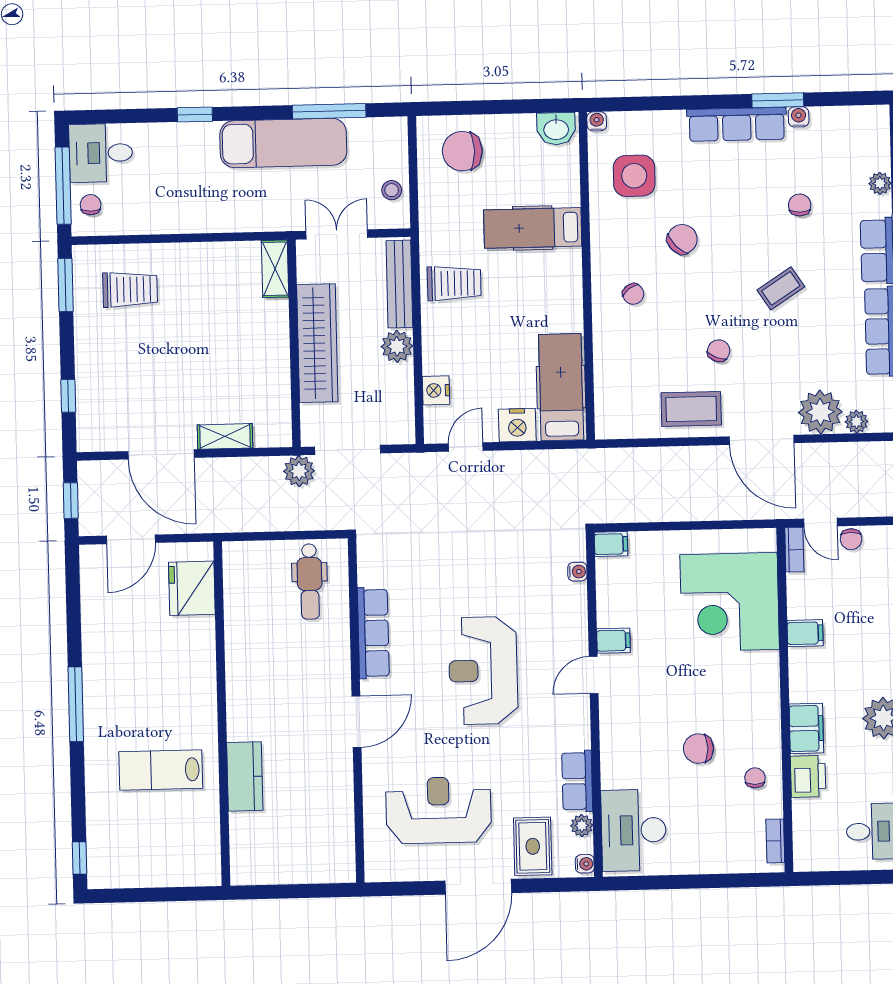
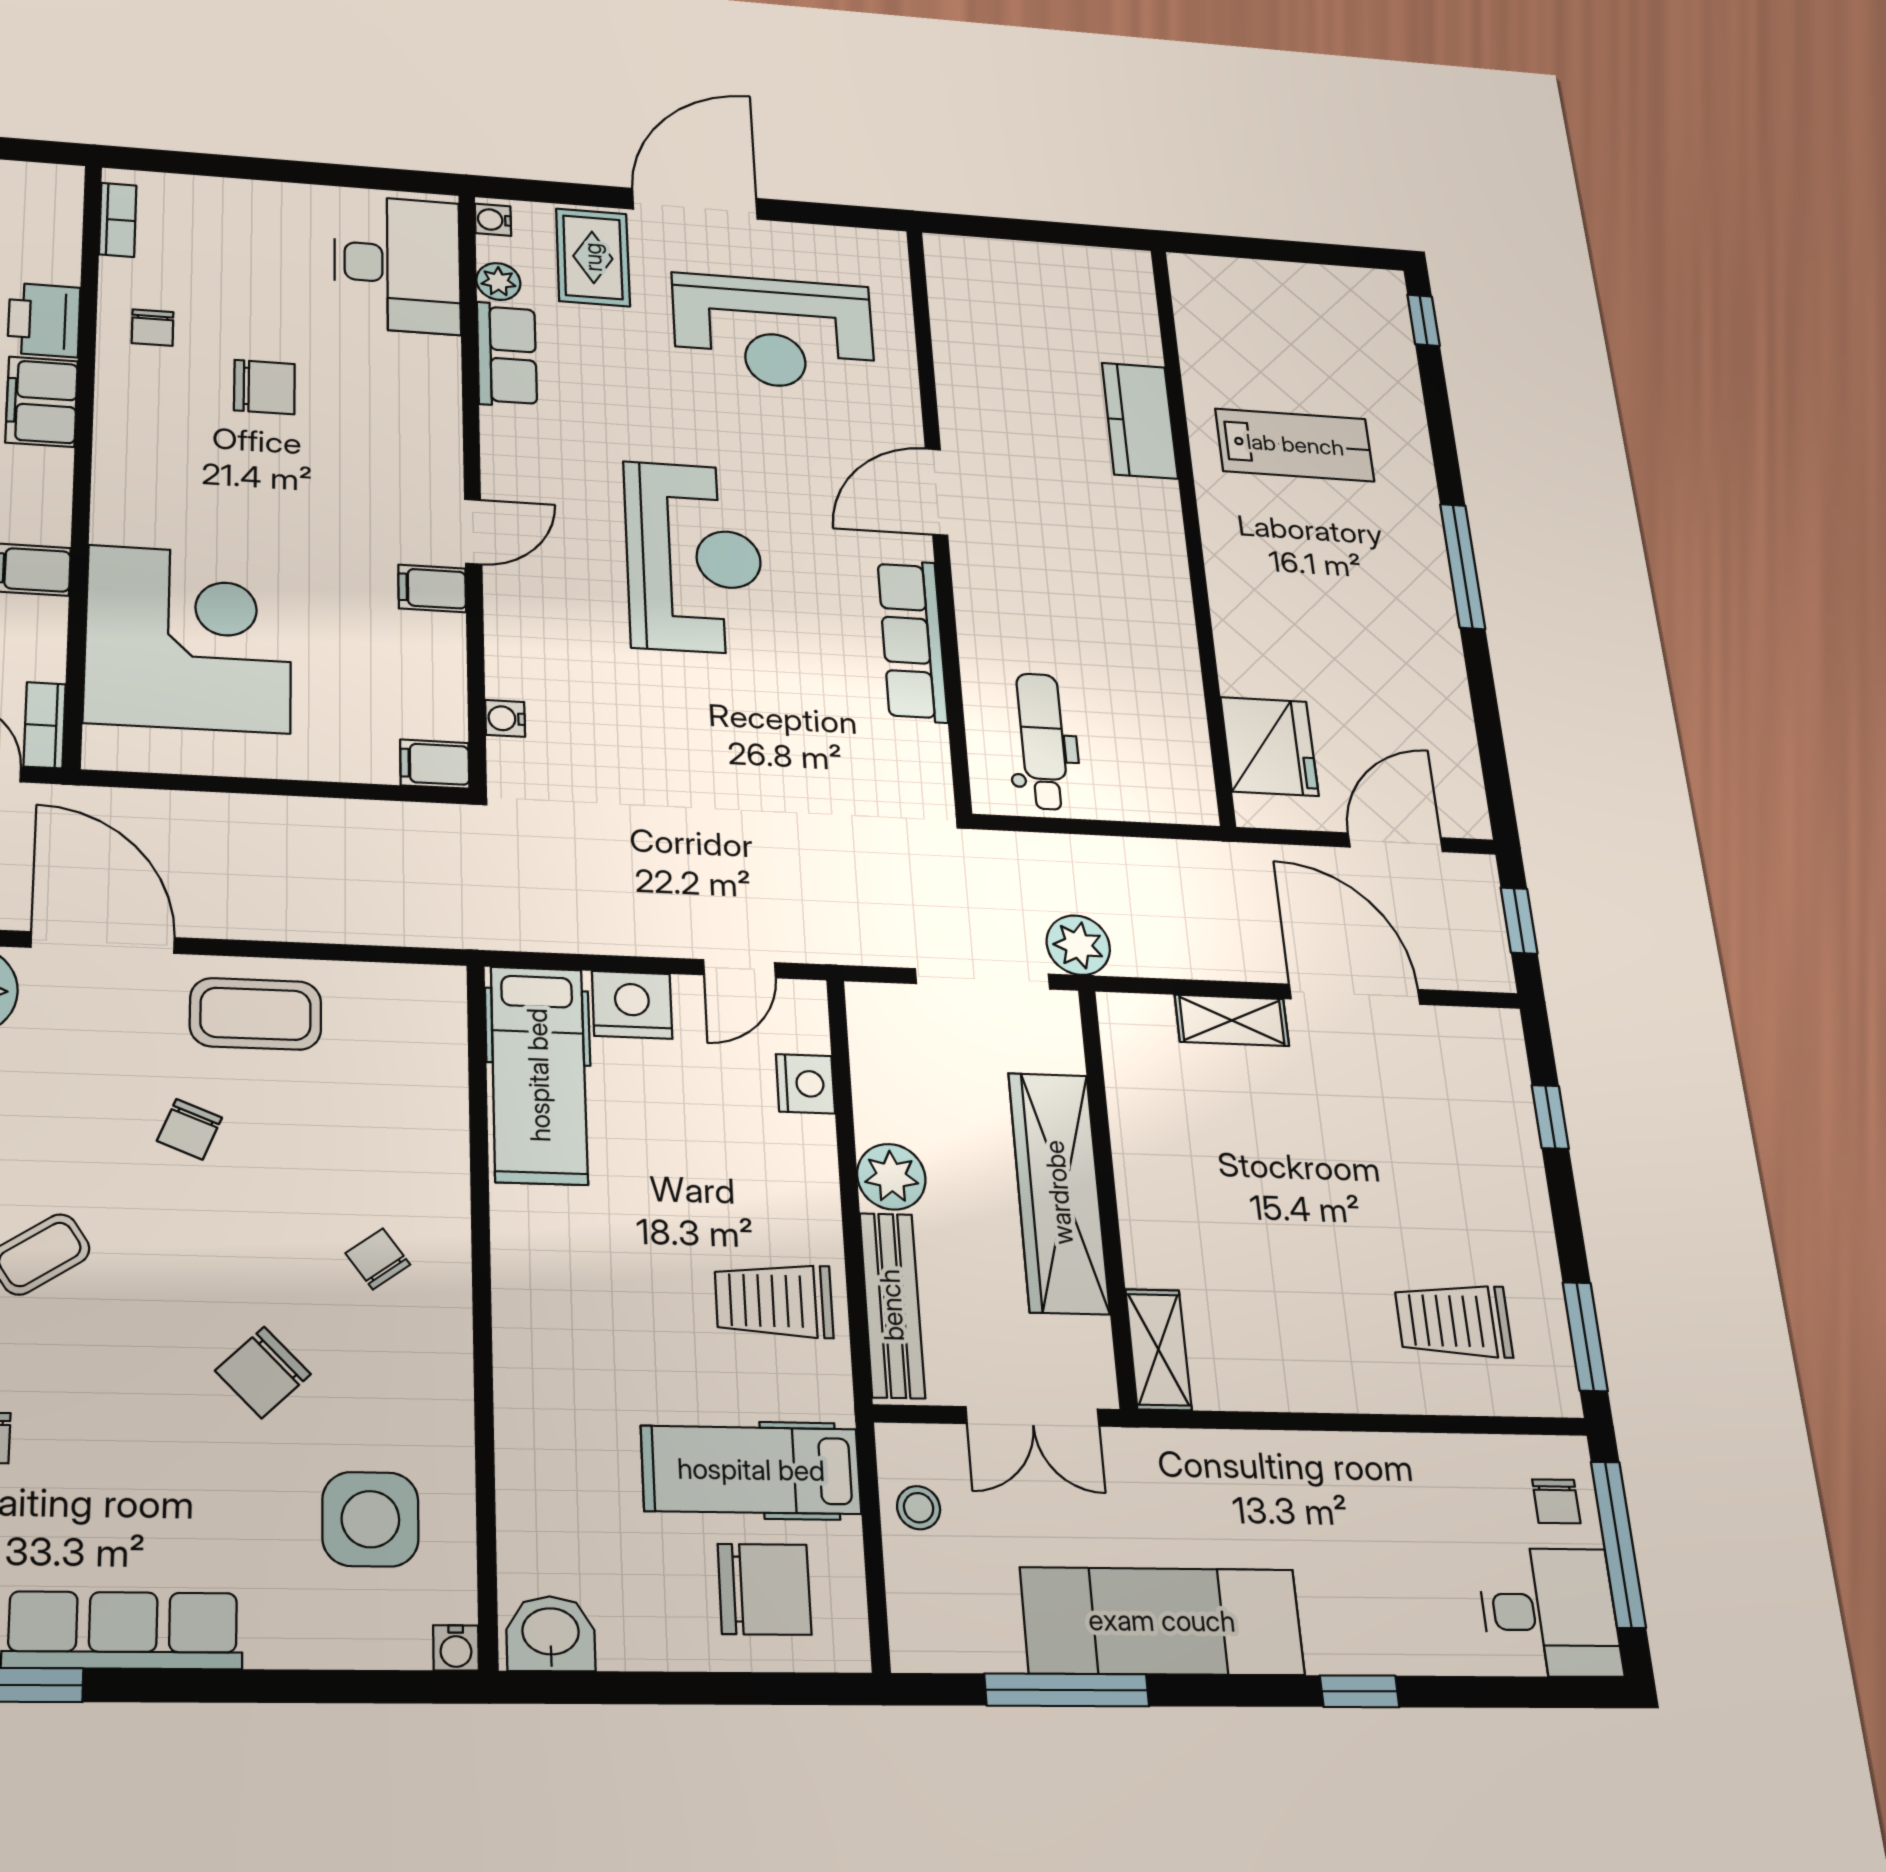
hospital bed: (533, 228) -> (751, 1470), moved, turned 180

